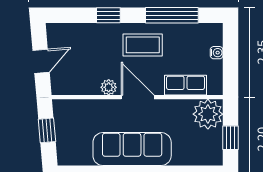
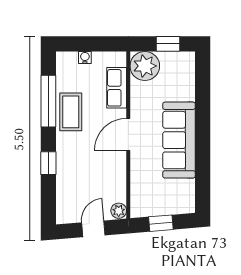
coffee table: (143, 45) -> (71, 112), moved
door: (41, 61) -> (93, 229), hinge flipped
plant: (109, 87) -> (119, 211), moved

